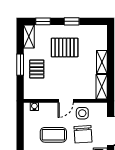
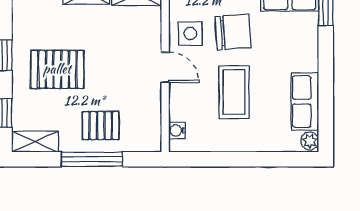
pallet: (65, 48) -> (57, 69), turned 90
window: (20, 65) -> (92, 159), width x1.44

